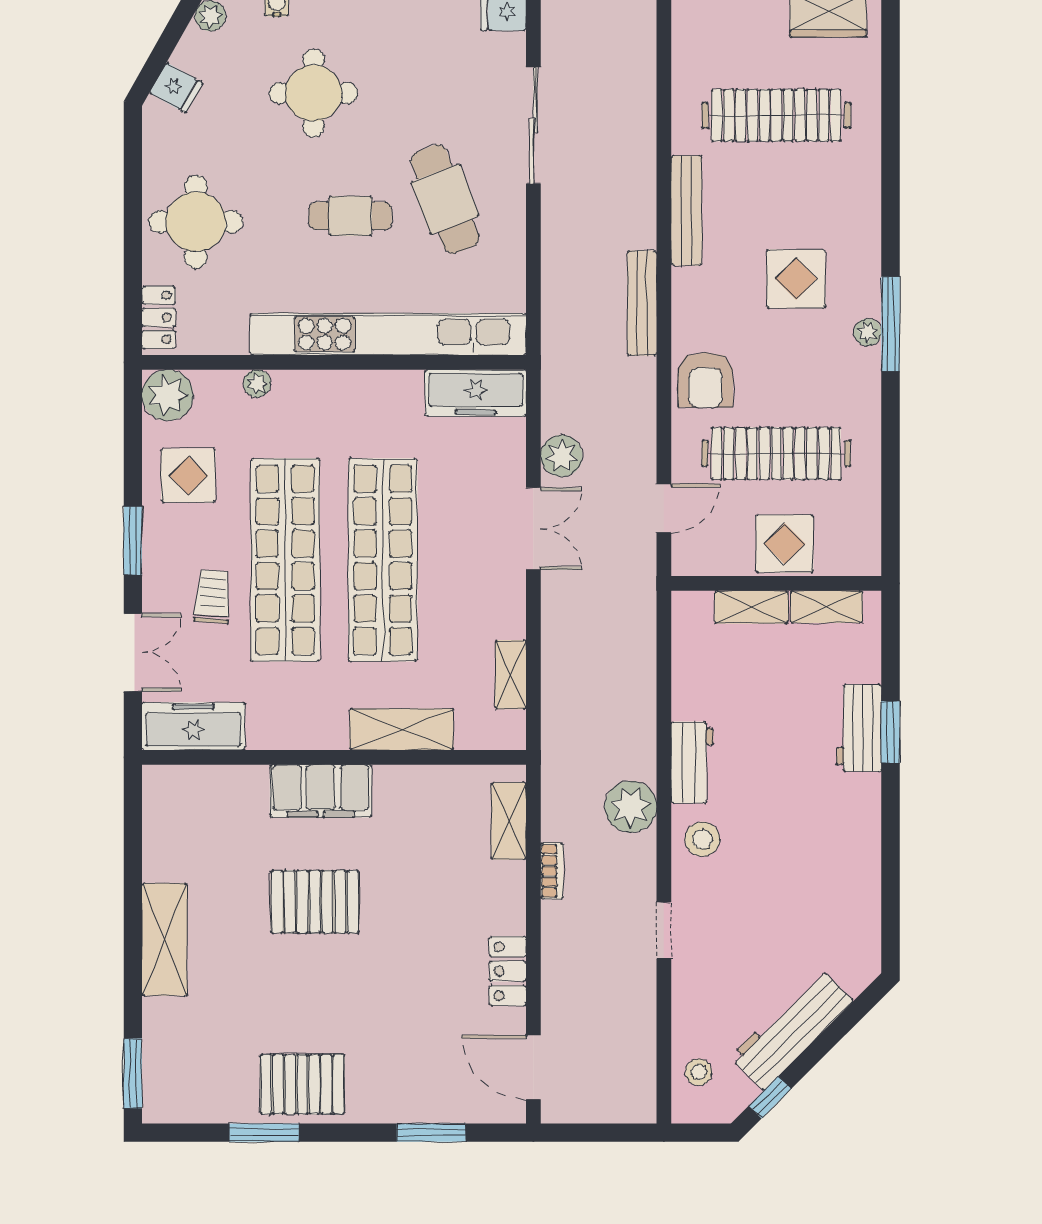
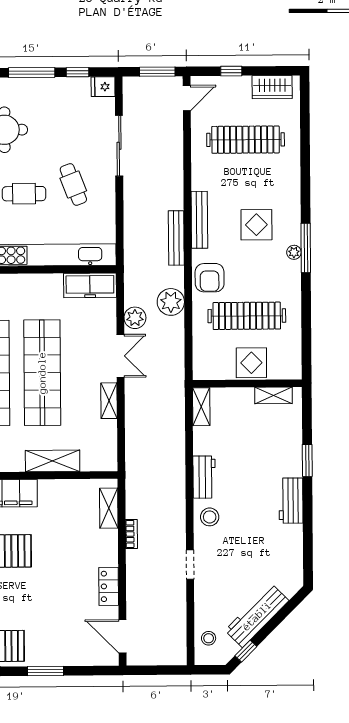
cafe table: (445, 199) -> (73, 185), width x0.73, depth x0.74
bench: (687, 211) -> (199, 220), moved
door: (664, 508) -> (187, 98), moved
shelving: (751, 607) -> (201, 407), moved, turned 90
shelving: (511, 675) -> (109, 401), moved
workbench: (859, 728) -> (291, 501), moved
plant: (631, 807) -> (171, 302), moved
window: (431, 1133) -> (46, 671), moved

